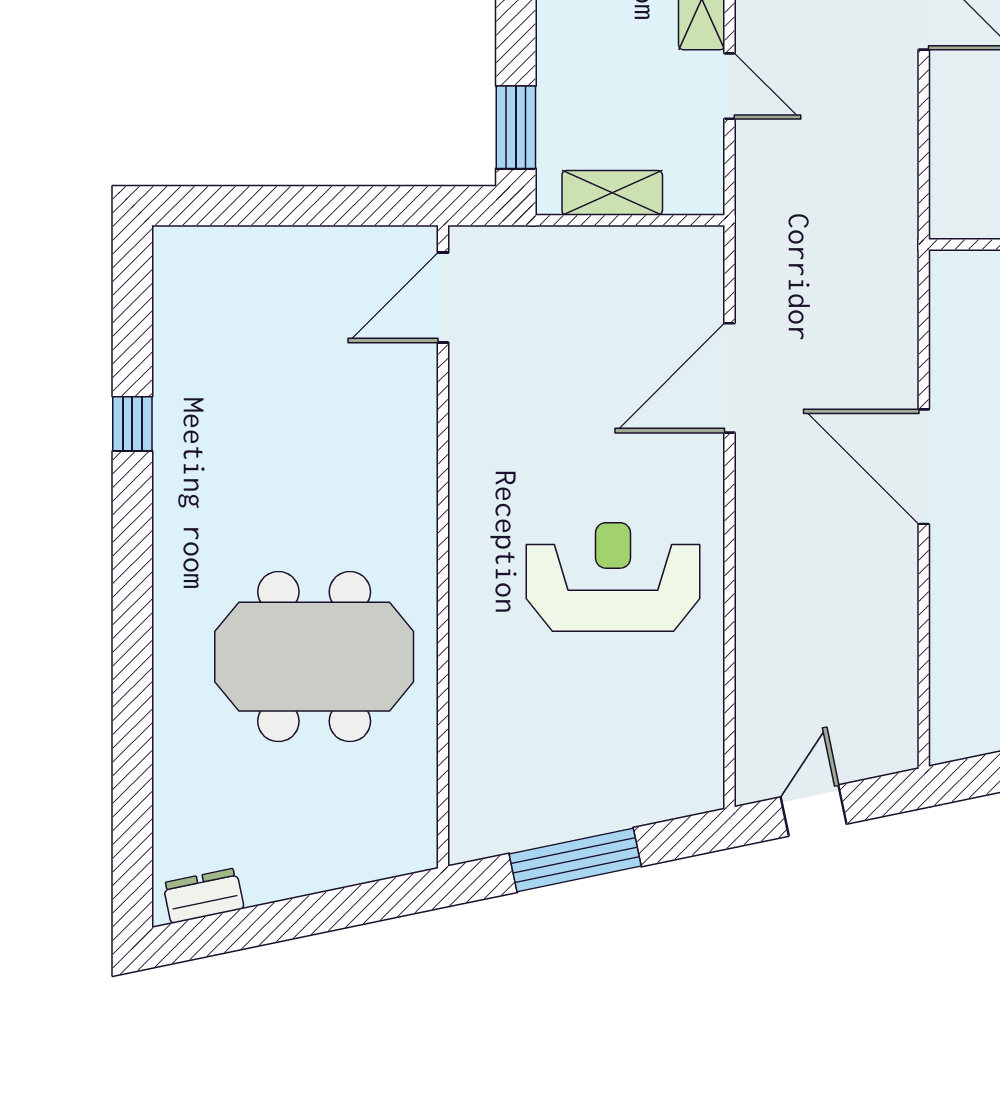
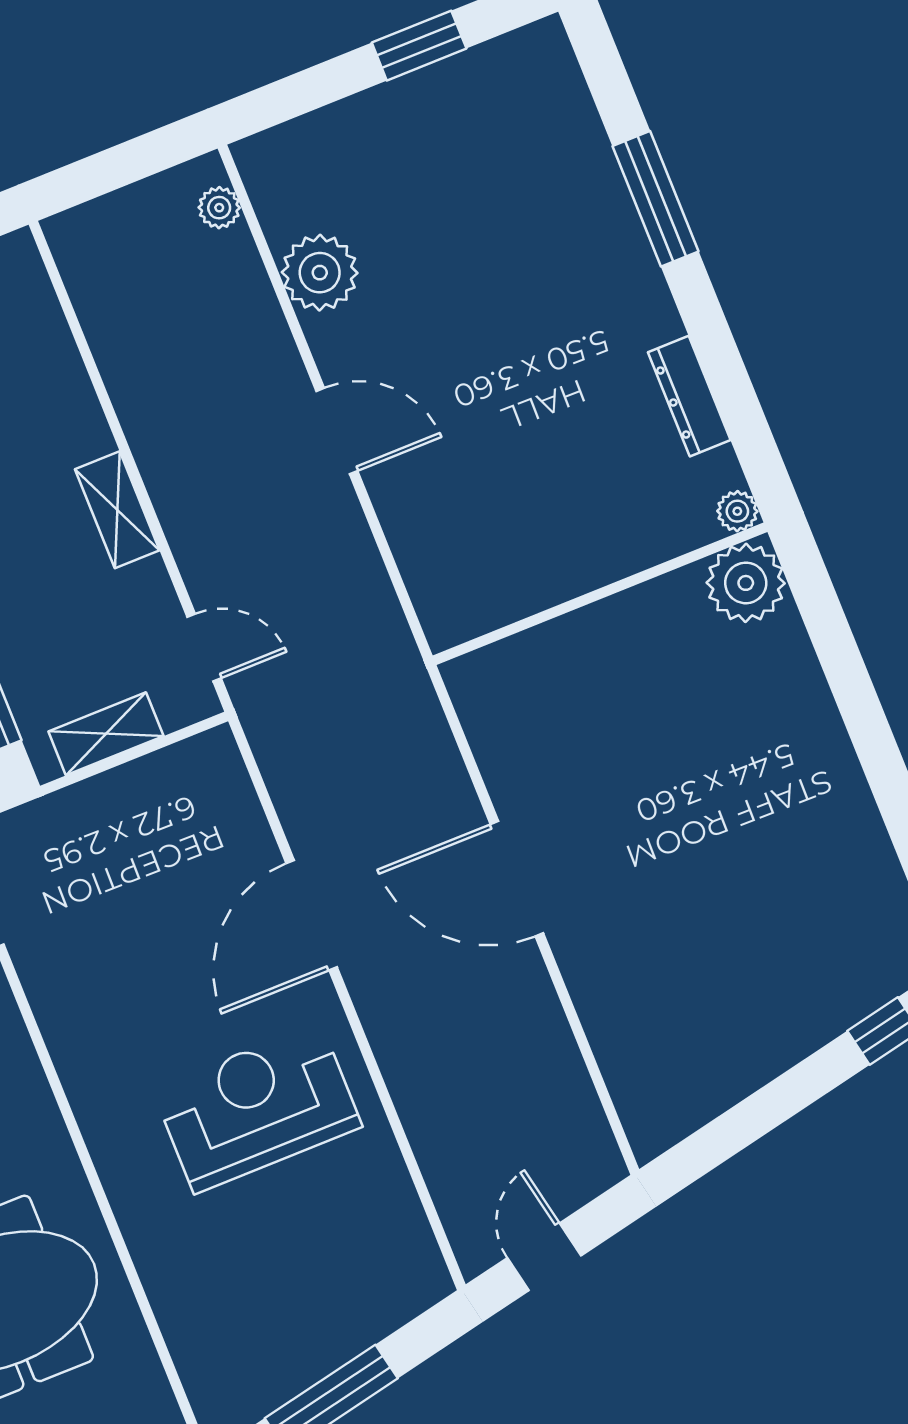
door: (729, 86) -> (204, 648), moved
door: (729, 378) -> (312, 915), moved

